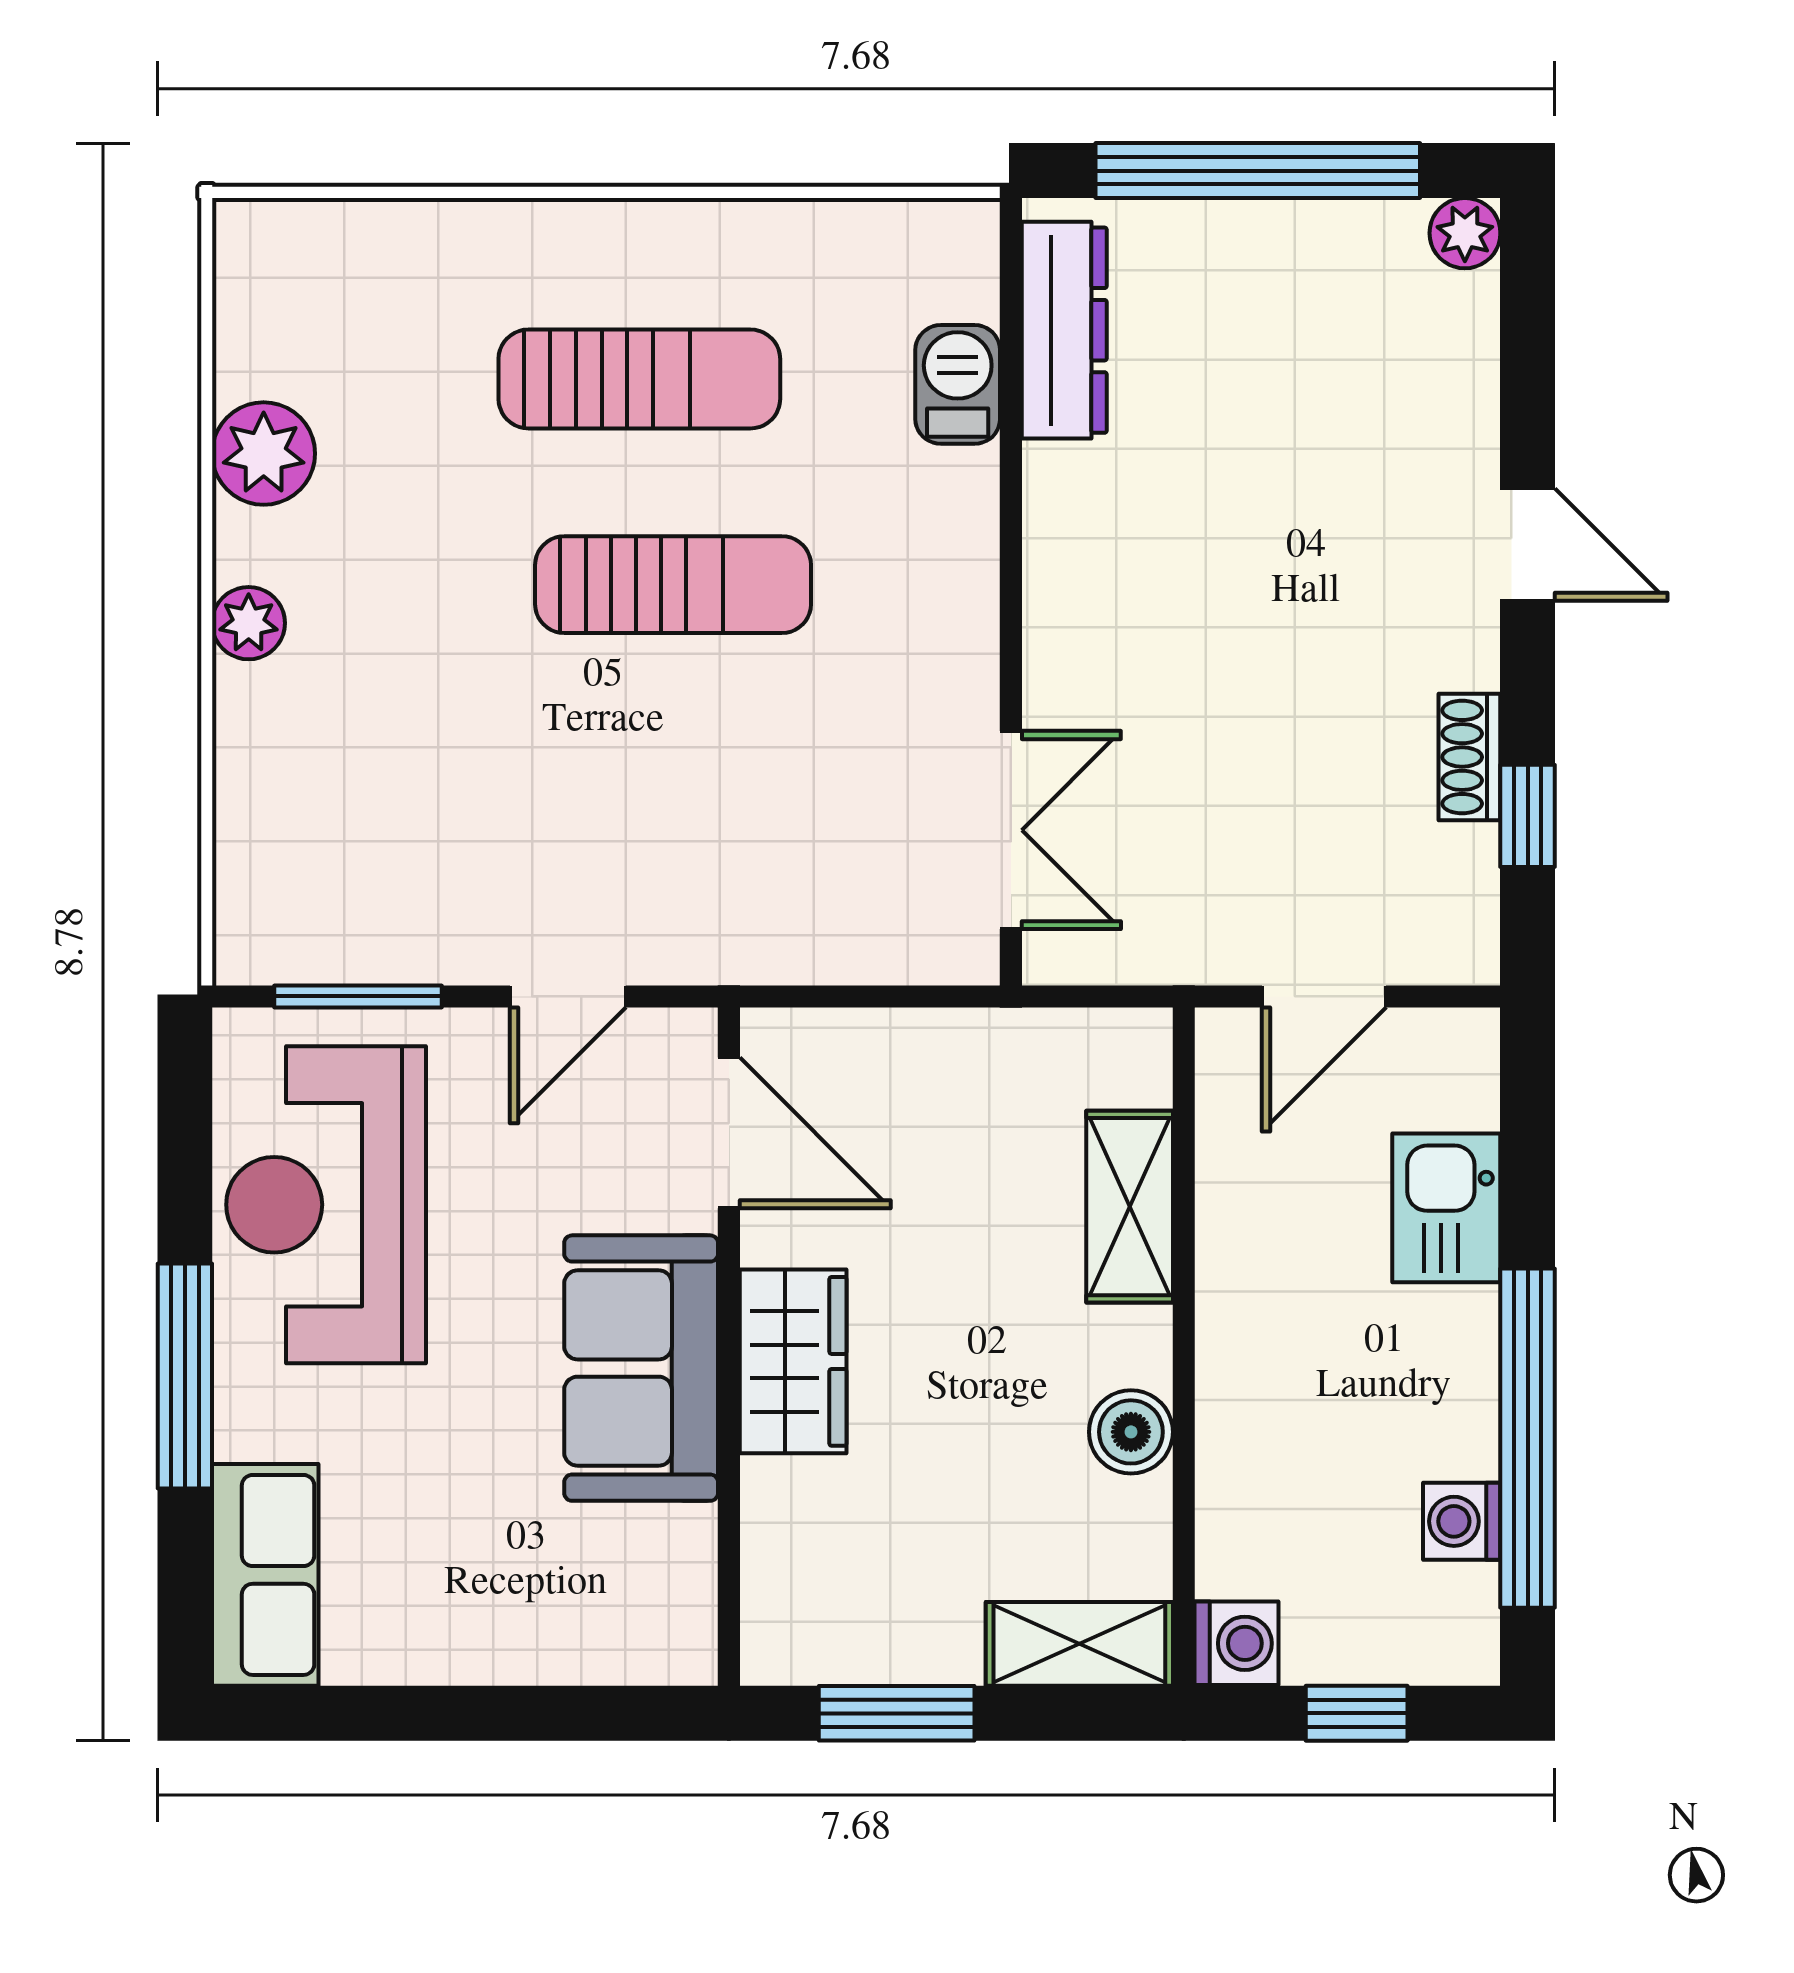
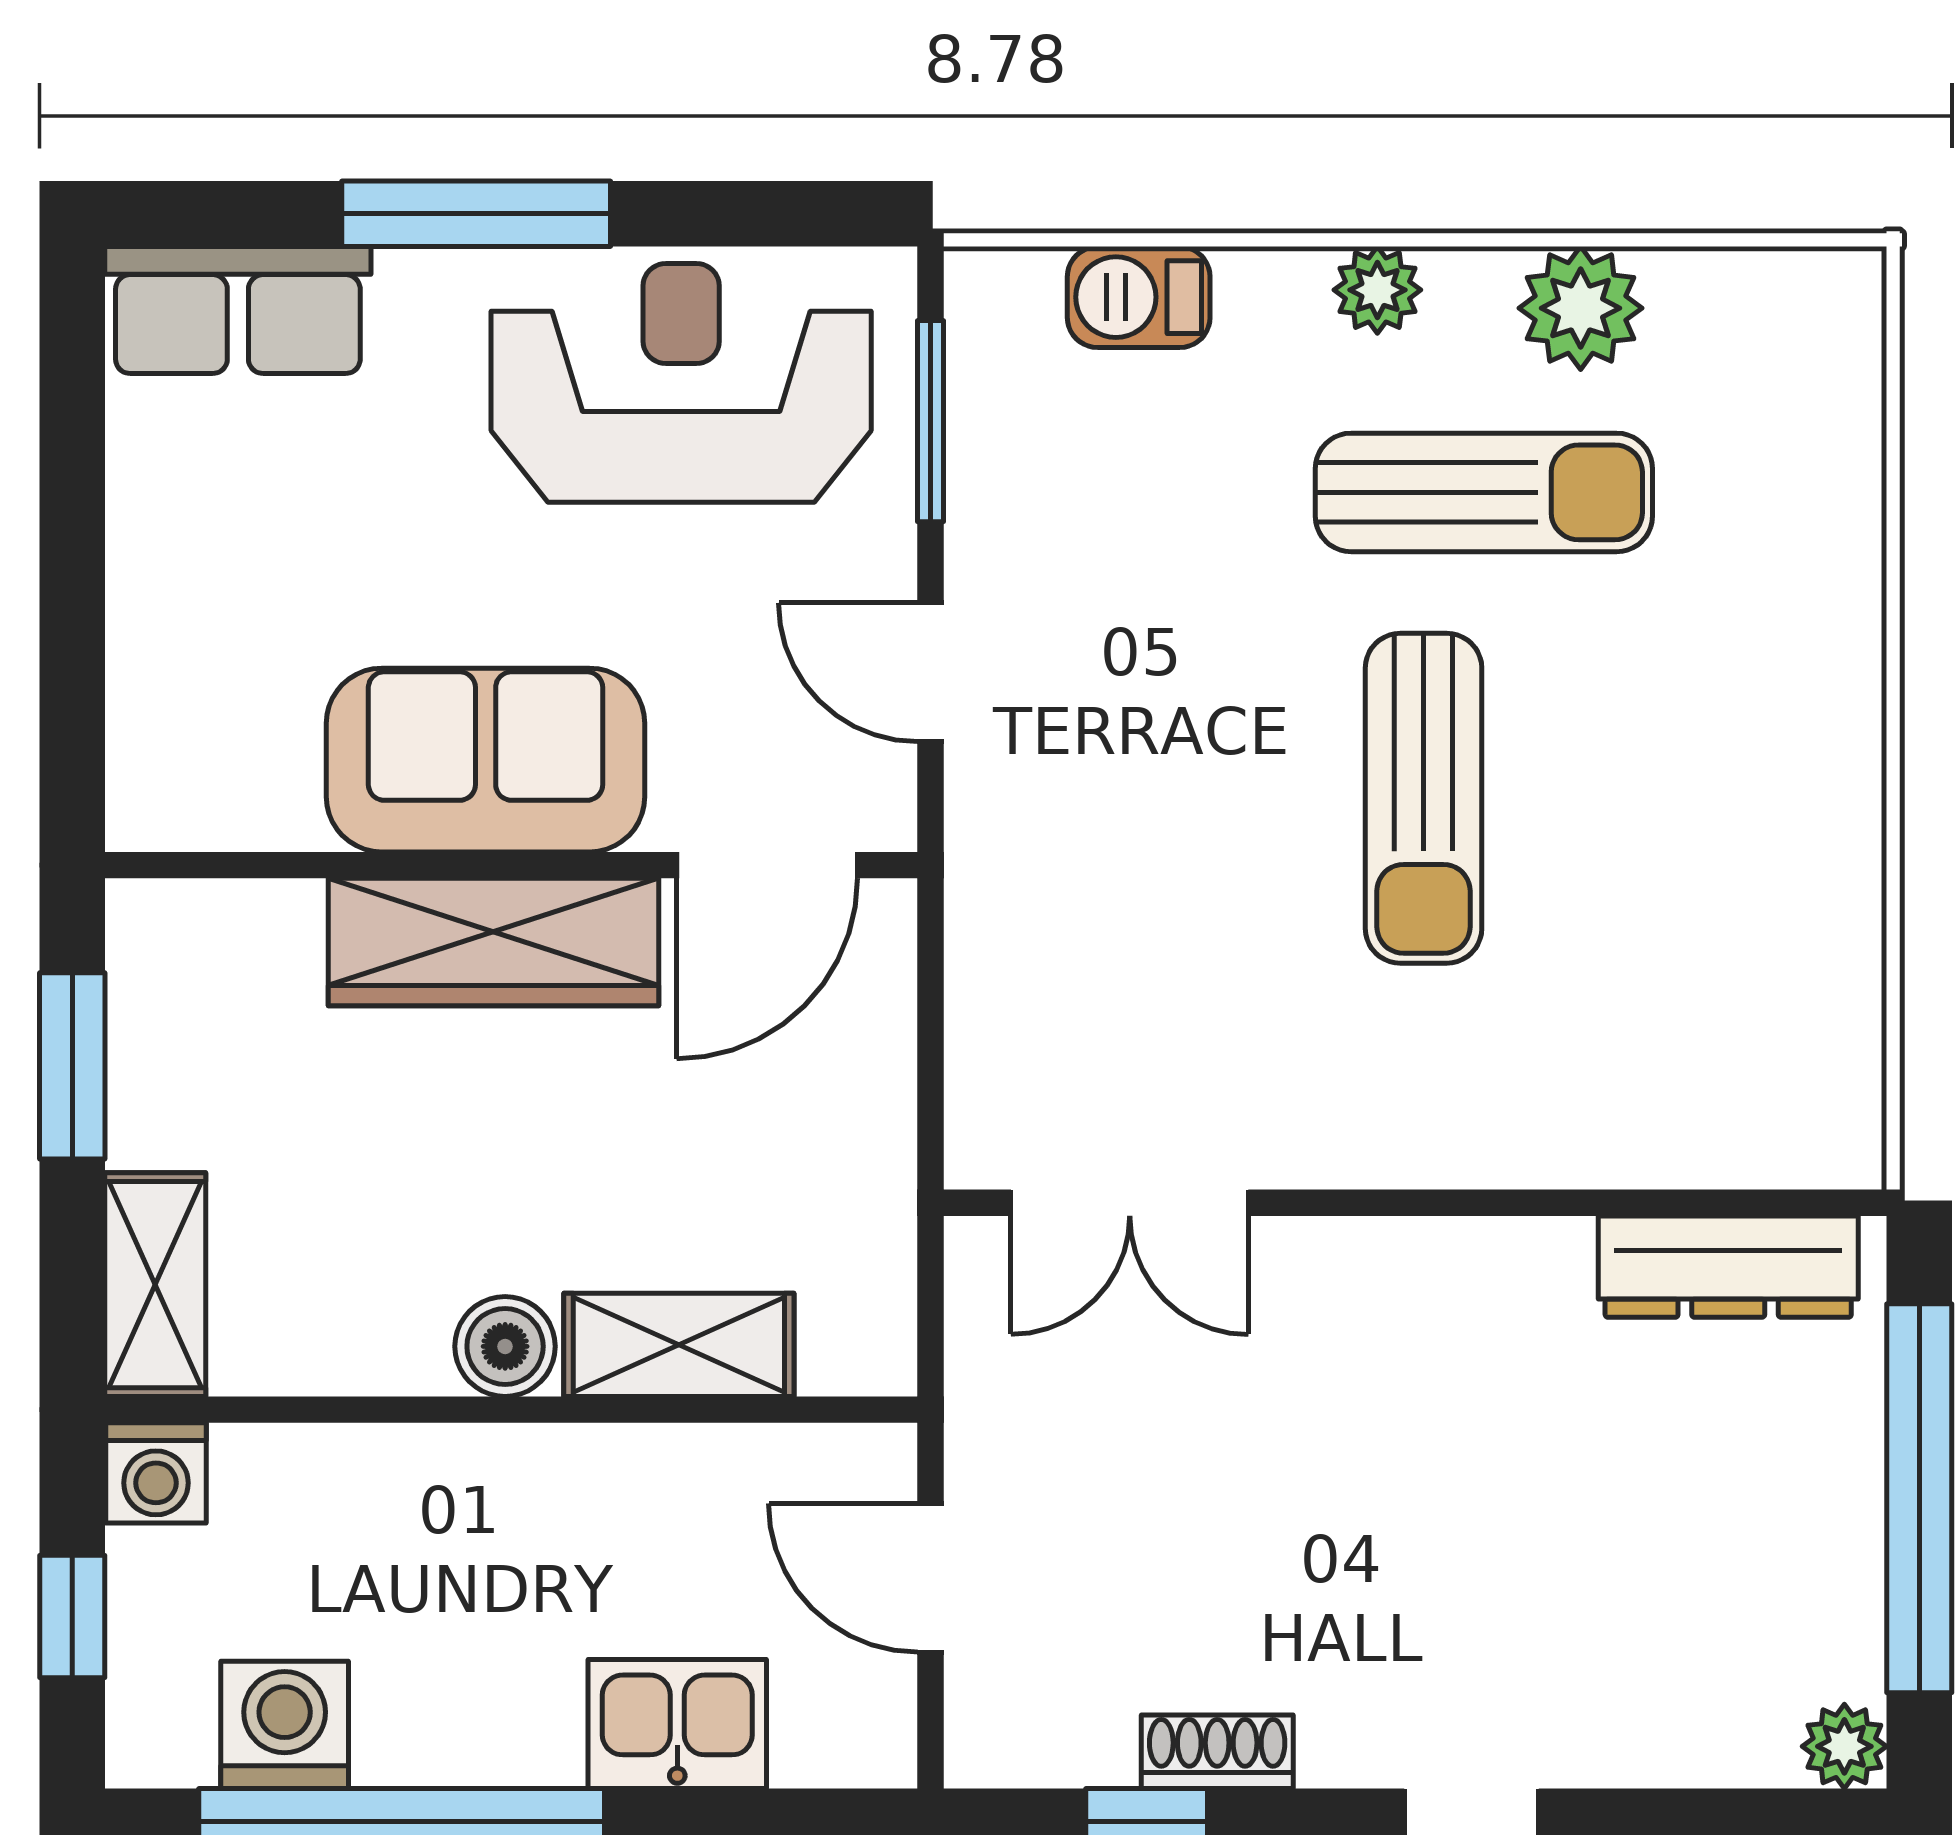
sun lounger: (639, 379) -> (1484, 492), moved, turned -90
barbecue: (958, 384) -> (1139, 297), moved, turned 180
wardrobe: (793, 1361) -> (494, 942), width x1.50
boiler: (1131, 1432) -> (505, 1346), moved
washing machine: (1462, 1521) -> (285, 1725), width x1.38, depth x1.38

